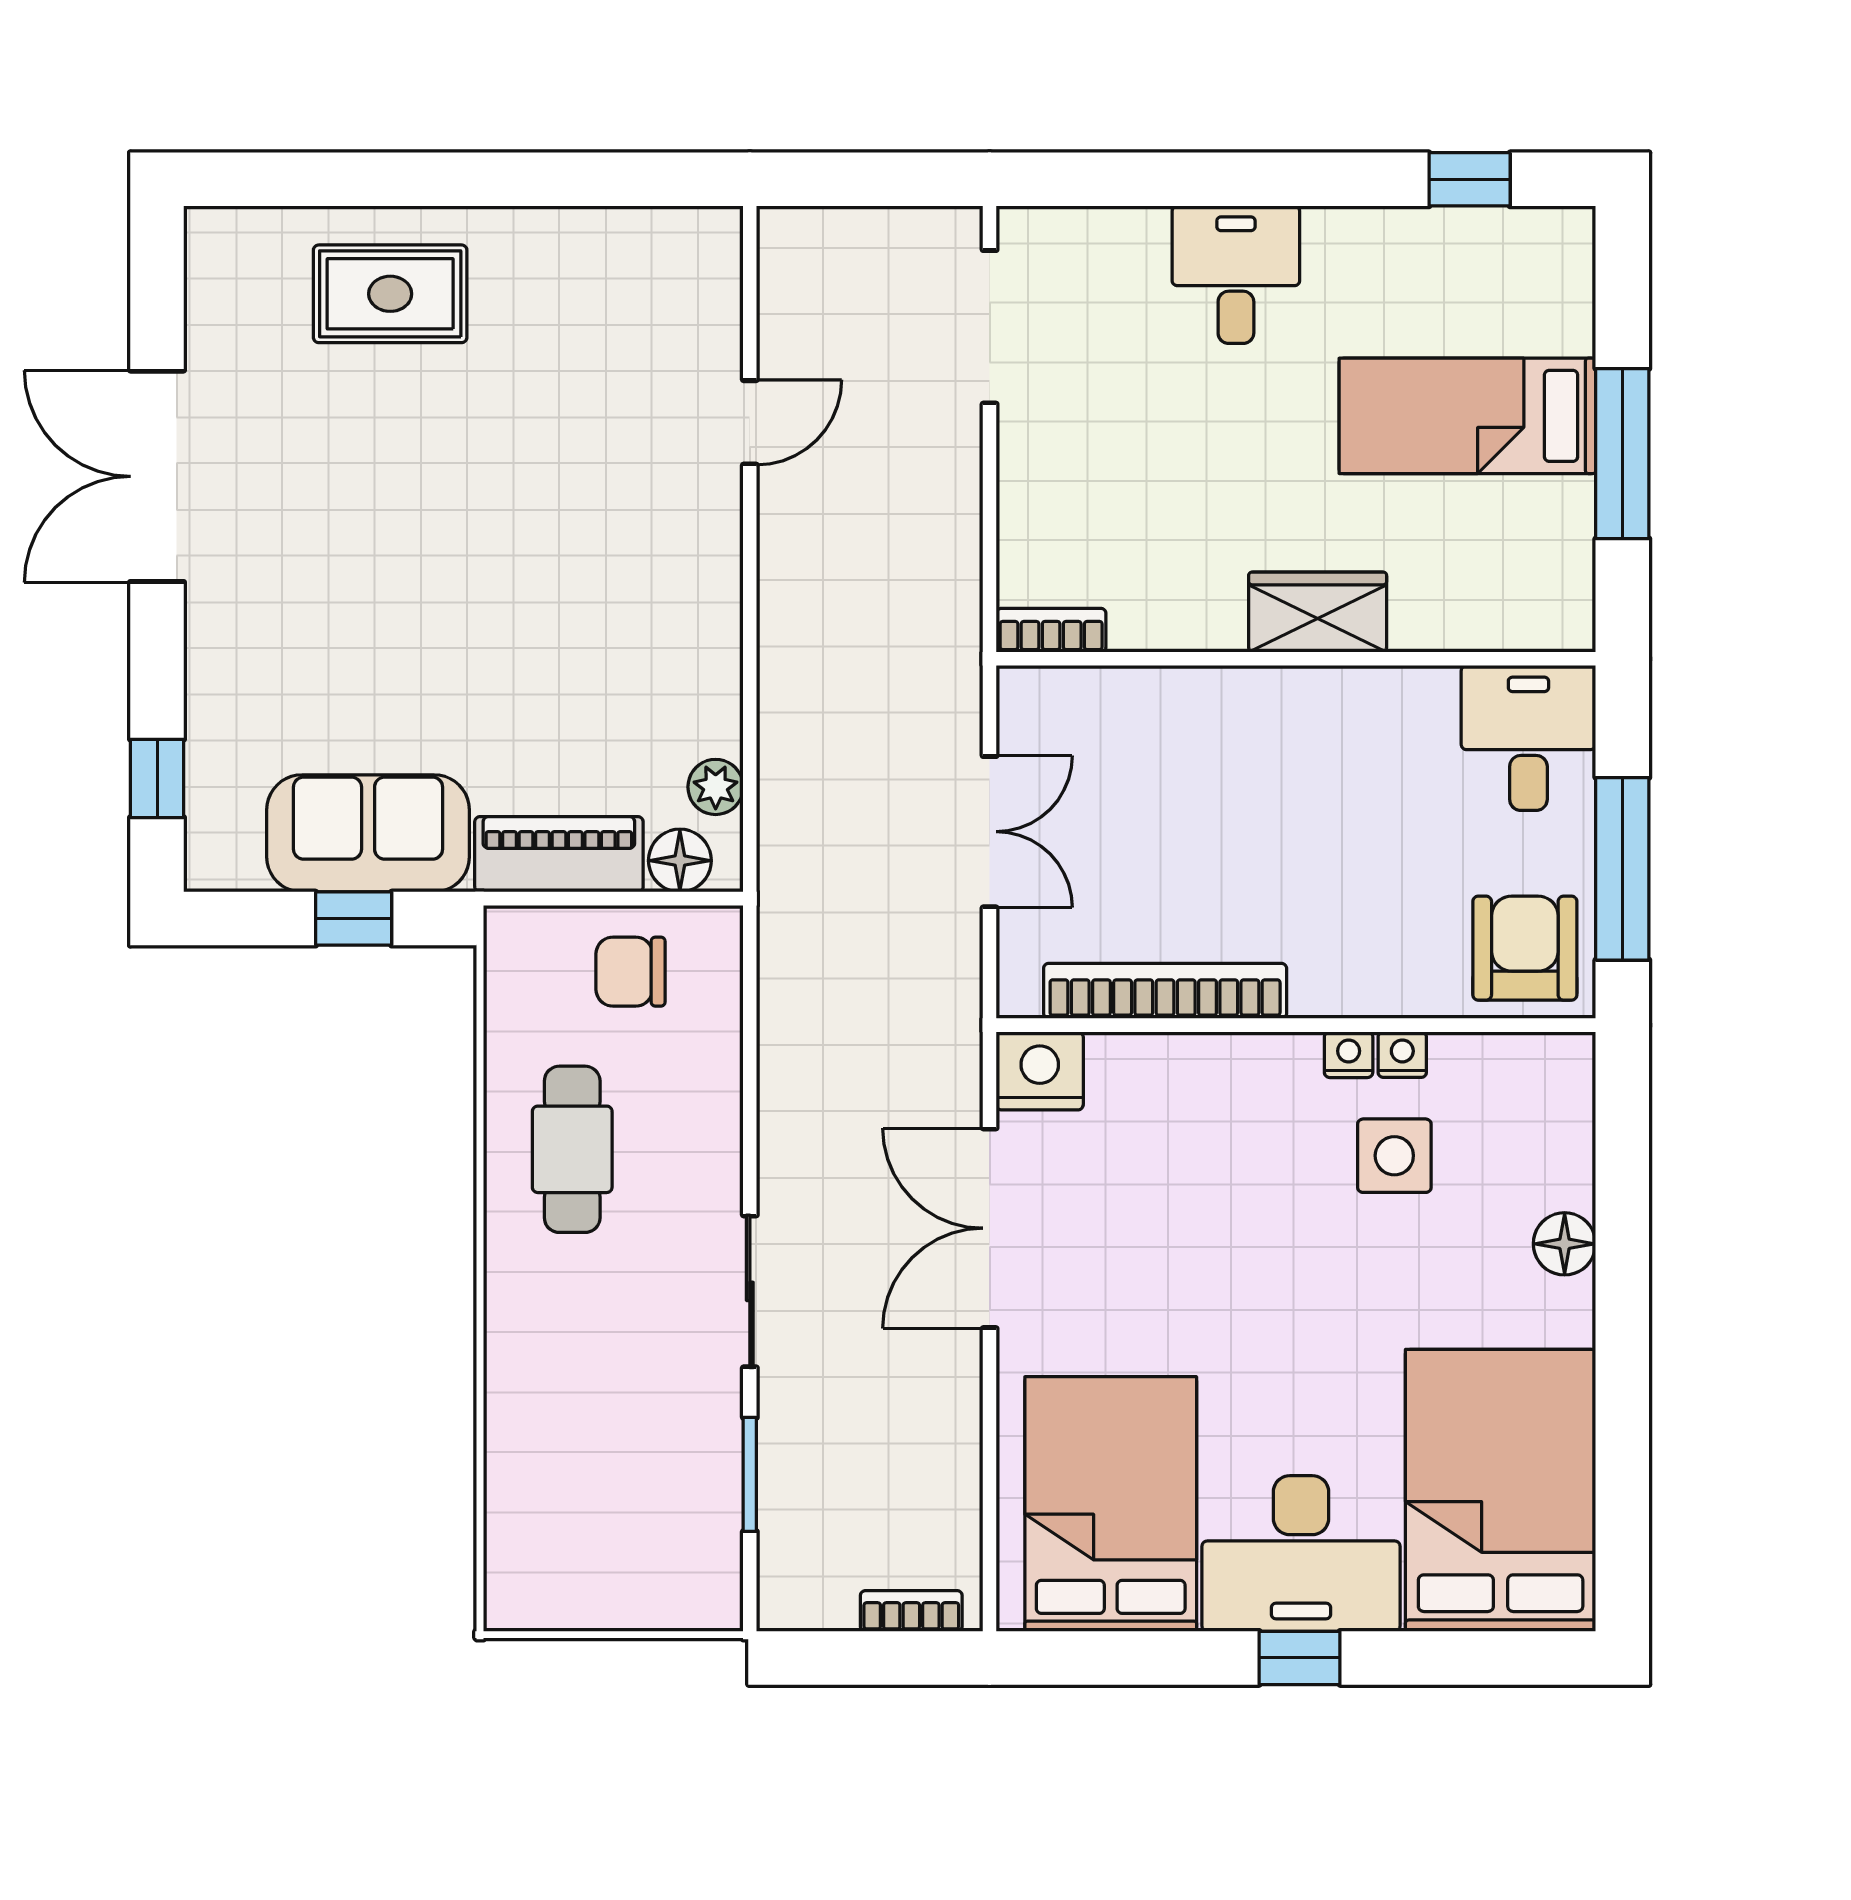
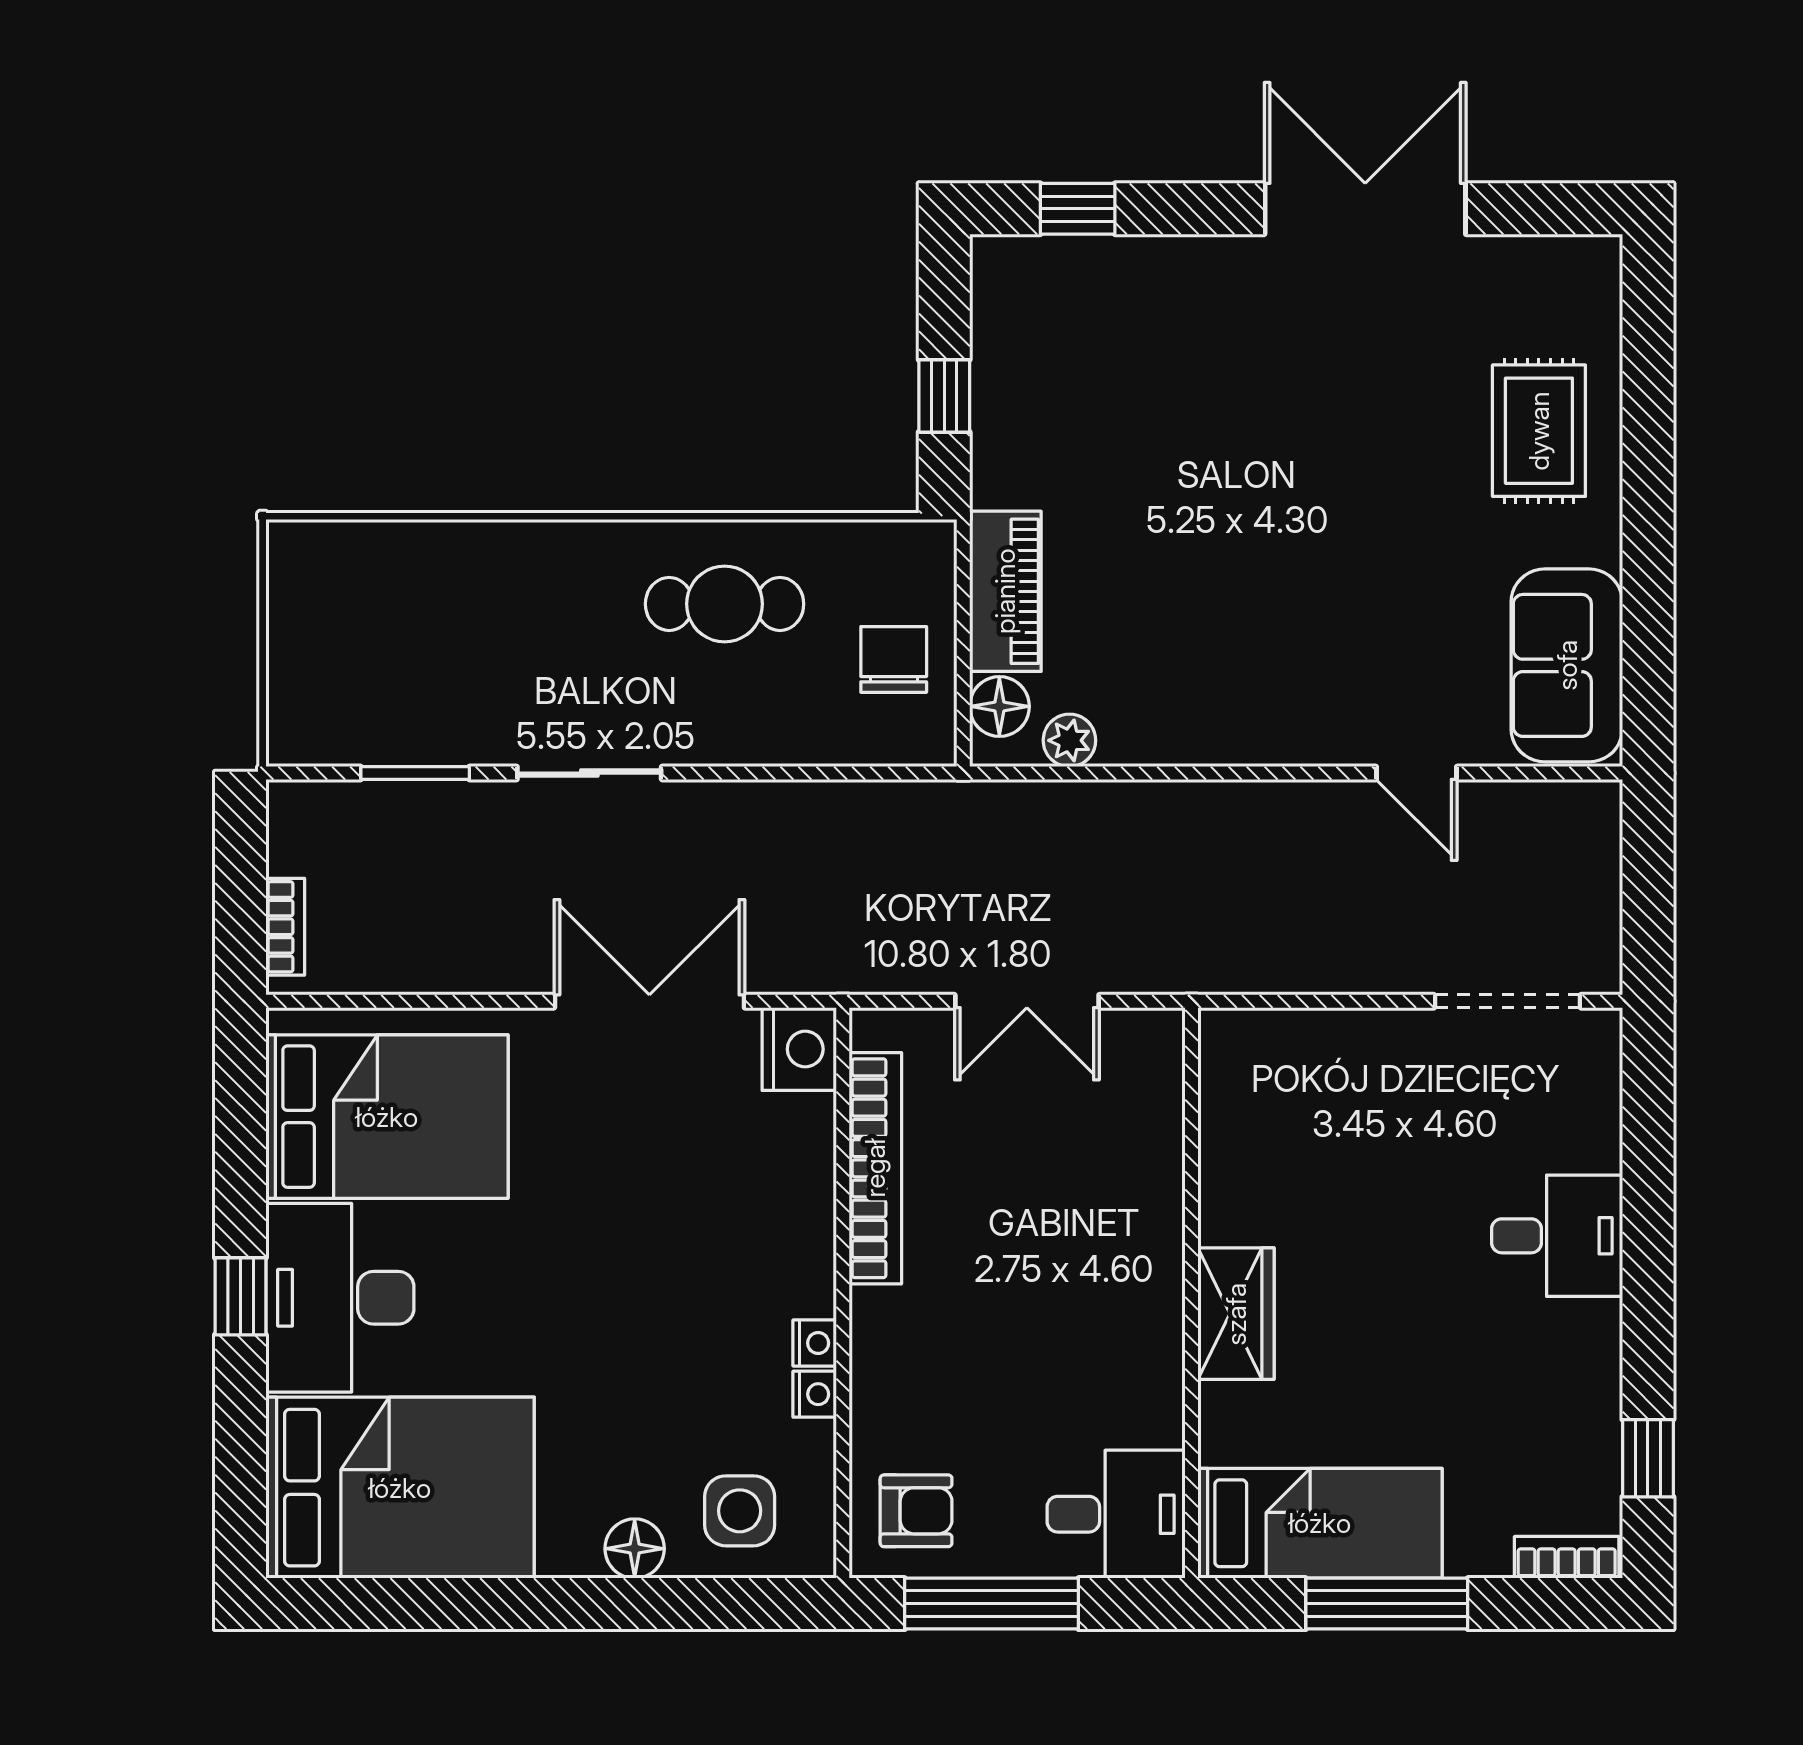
bed: (1467, 416) -> (1320, 1523), moved, turned 90
bookcase: (1051, 630) -> (1567, 1557), moved, turned -90
sofa: (368, 833) -> (1567, 665), moved, turned 180
armchair: (1525, 948) -> (916, 1511), width x0.72, depth x0.72
side table: (1394, 1156) -> (740, 1511), moved

